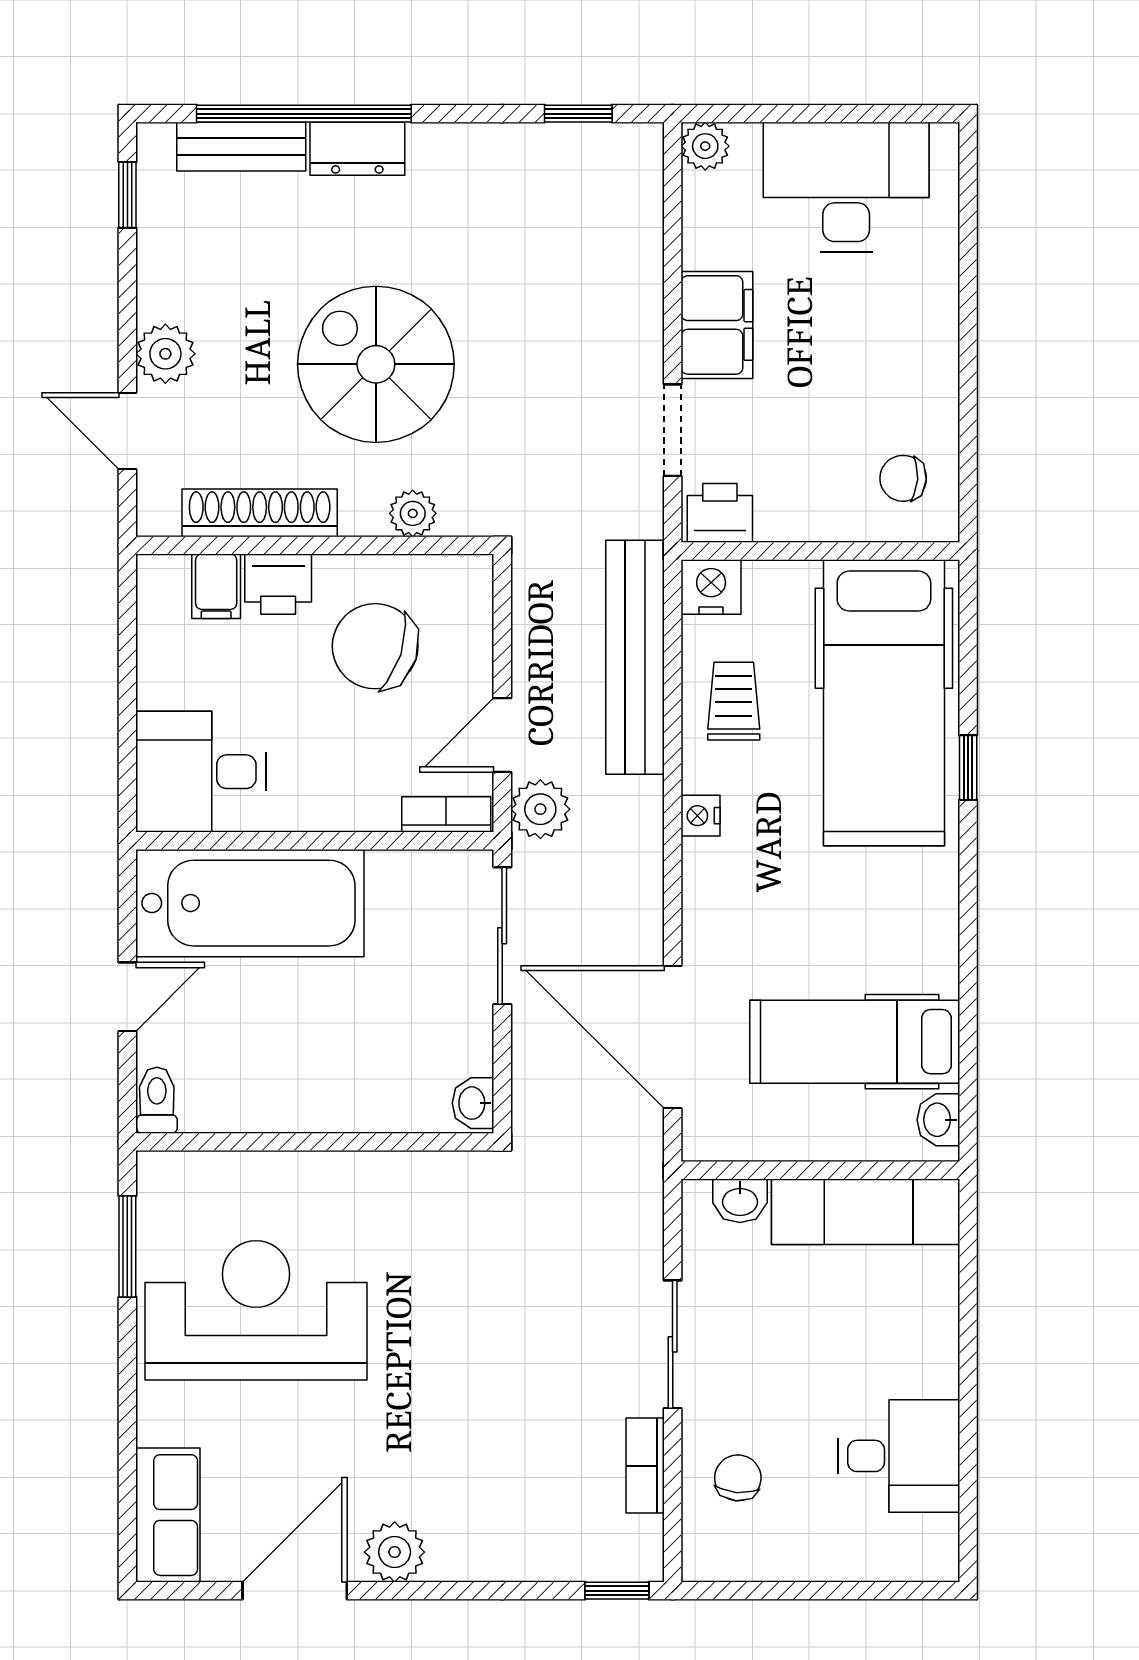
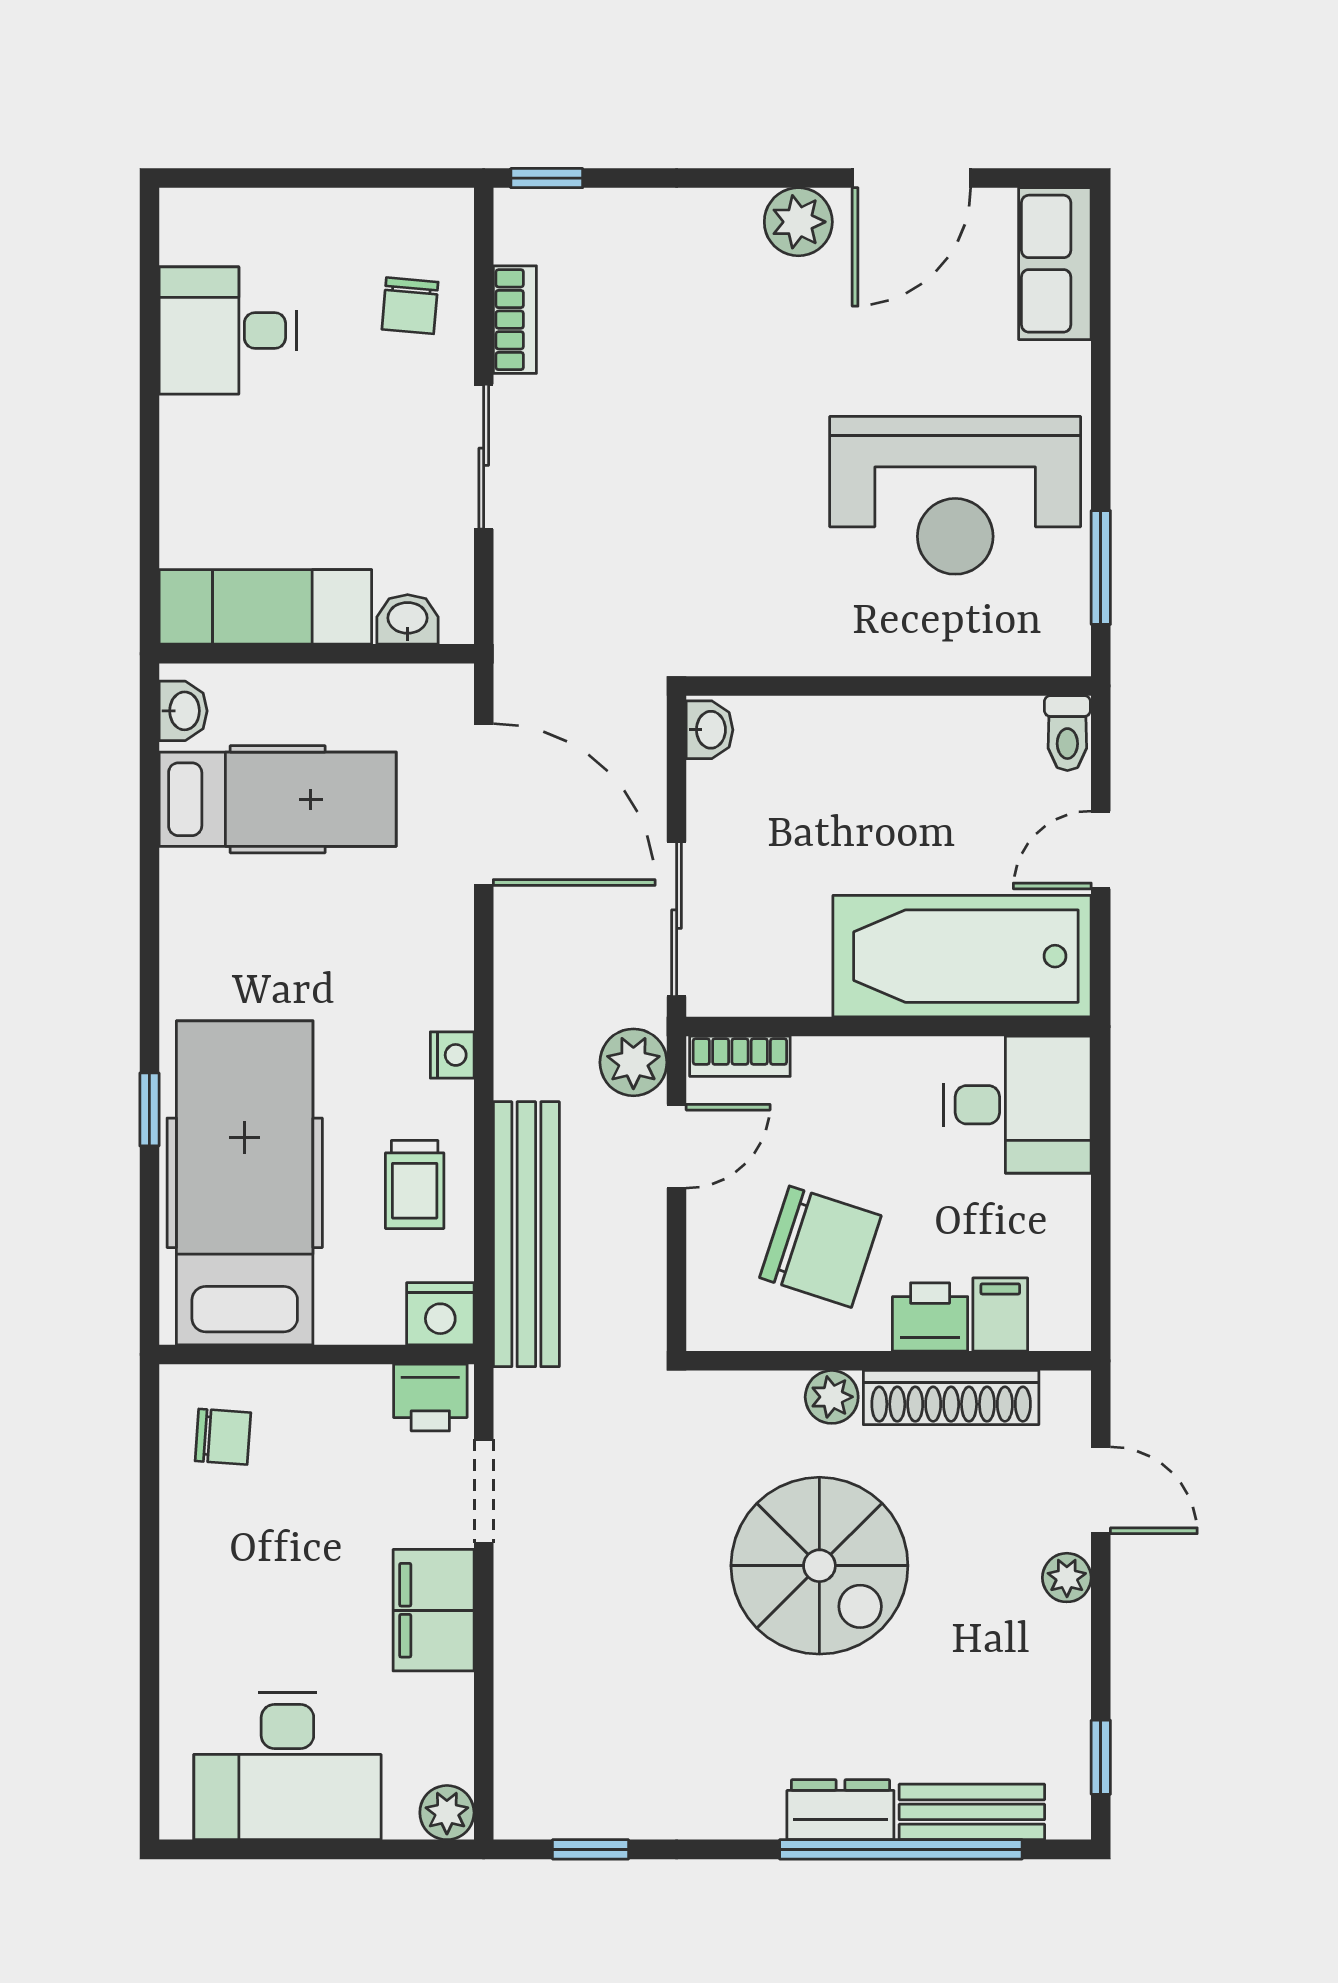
plant: (165, 354) -> (1067, 1578), width x0.73, depth x0.73
plant: (413, 513) -> (832, 1397), moved

